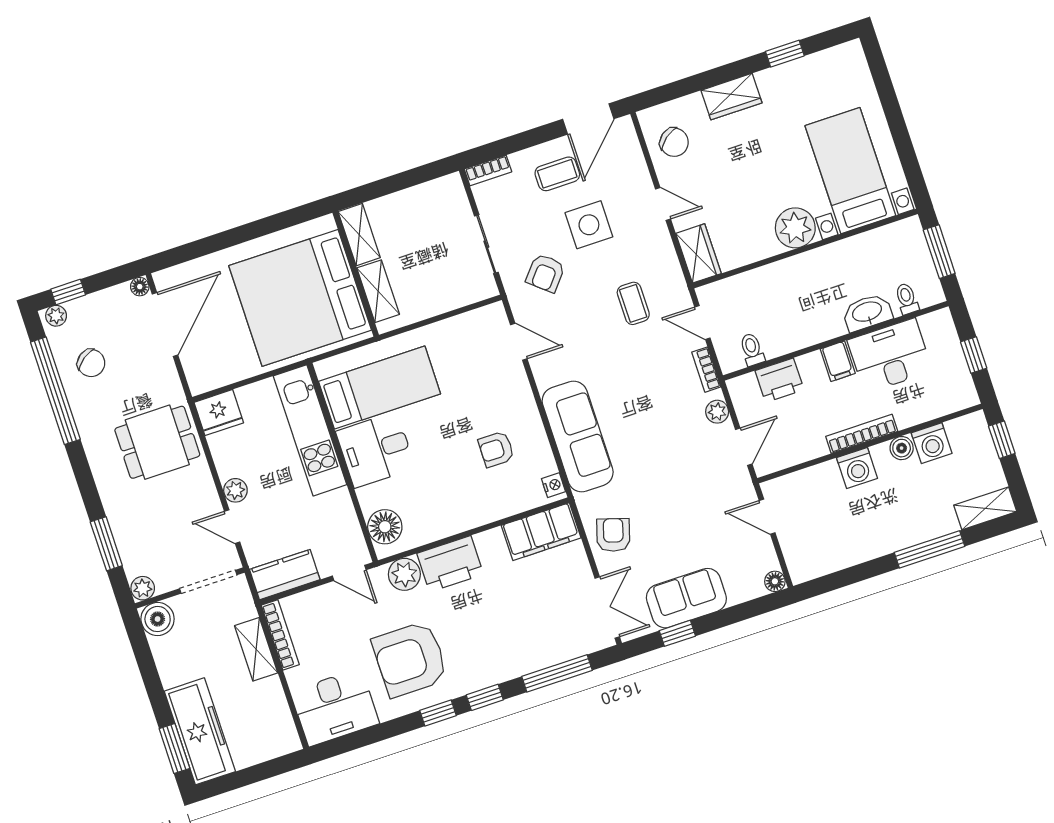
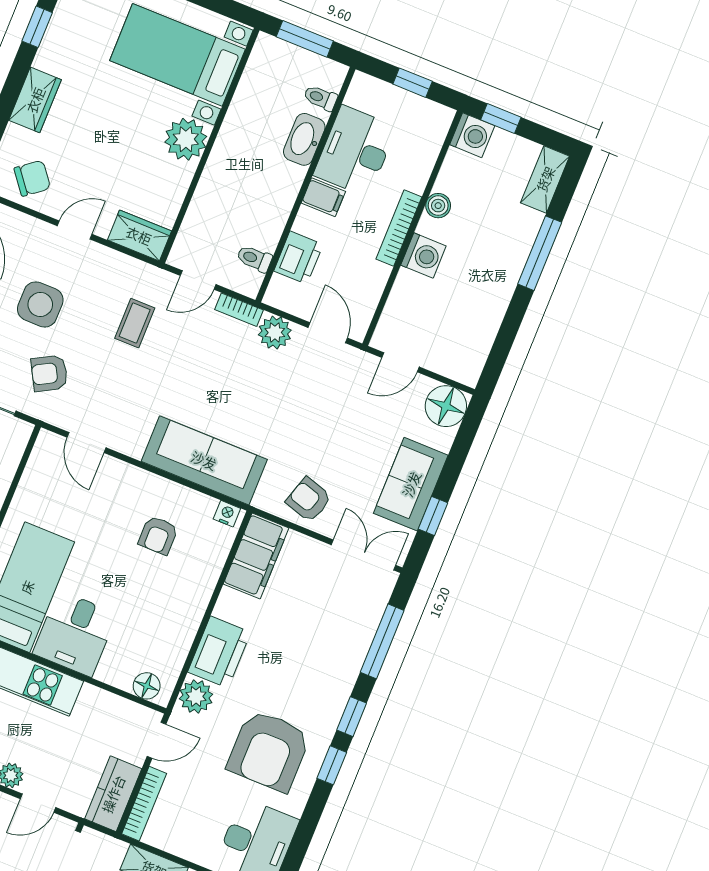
armchair: (545, 273) -> (49, 373), turned 111
coffee table: (633, 303) -> (135, 323), turned 90
door: (519, 342) -> (87, 443), swing flipped
plant: (717, 412) -> (275, 333), width x1.38, depth x1.38
washing machine: (932, 443) -> (472, 135), moved
floor lamp: (385, 527) -> (147, 686), width x0.73, depth x0.73
floor lamp: (775, 581) -> (446, 406), width x1.89, depth x1.89
bookcase: (280, 635) -> (144, 804), moved, turned 90

